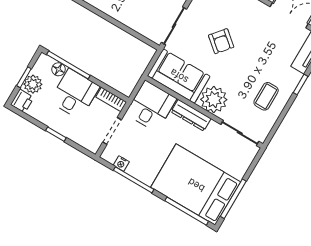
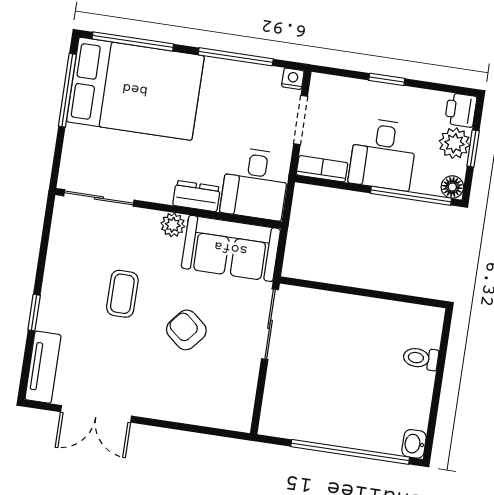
floor lamp: (58, 69) -> (452, 187), moved
coffee table: (266, 96) -> (122, 294), moved
plant: (214, 100) -> (173, 225), width x0.53, depth x0.53
dresser: (191, 115) -> (196, 196), width x0.70
nightstand: (121, 163) -> (293, 79), moved

